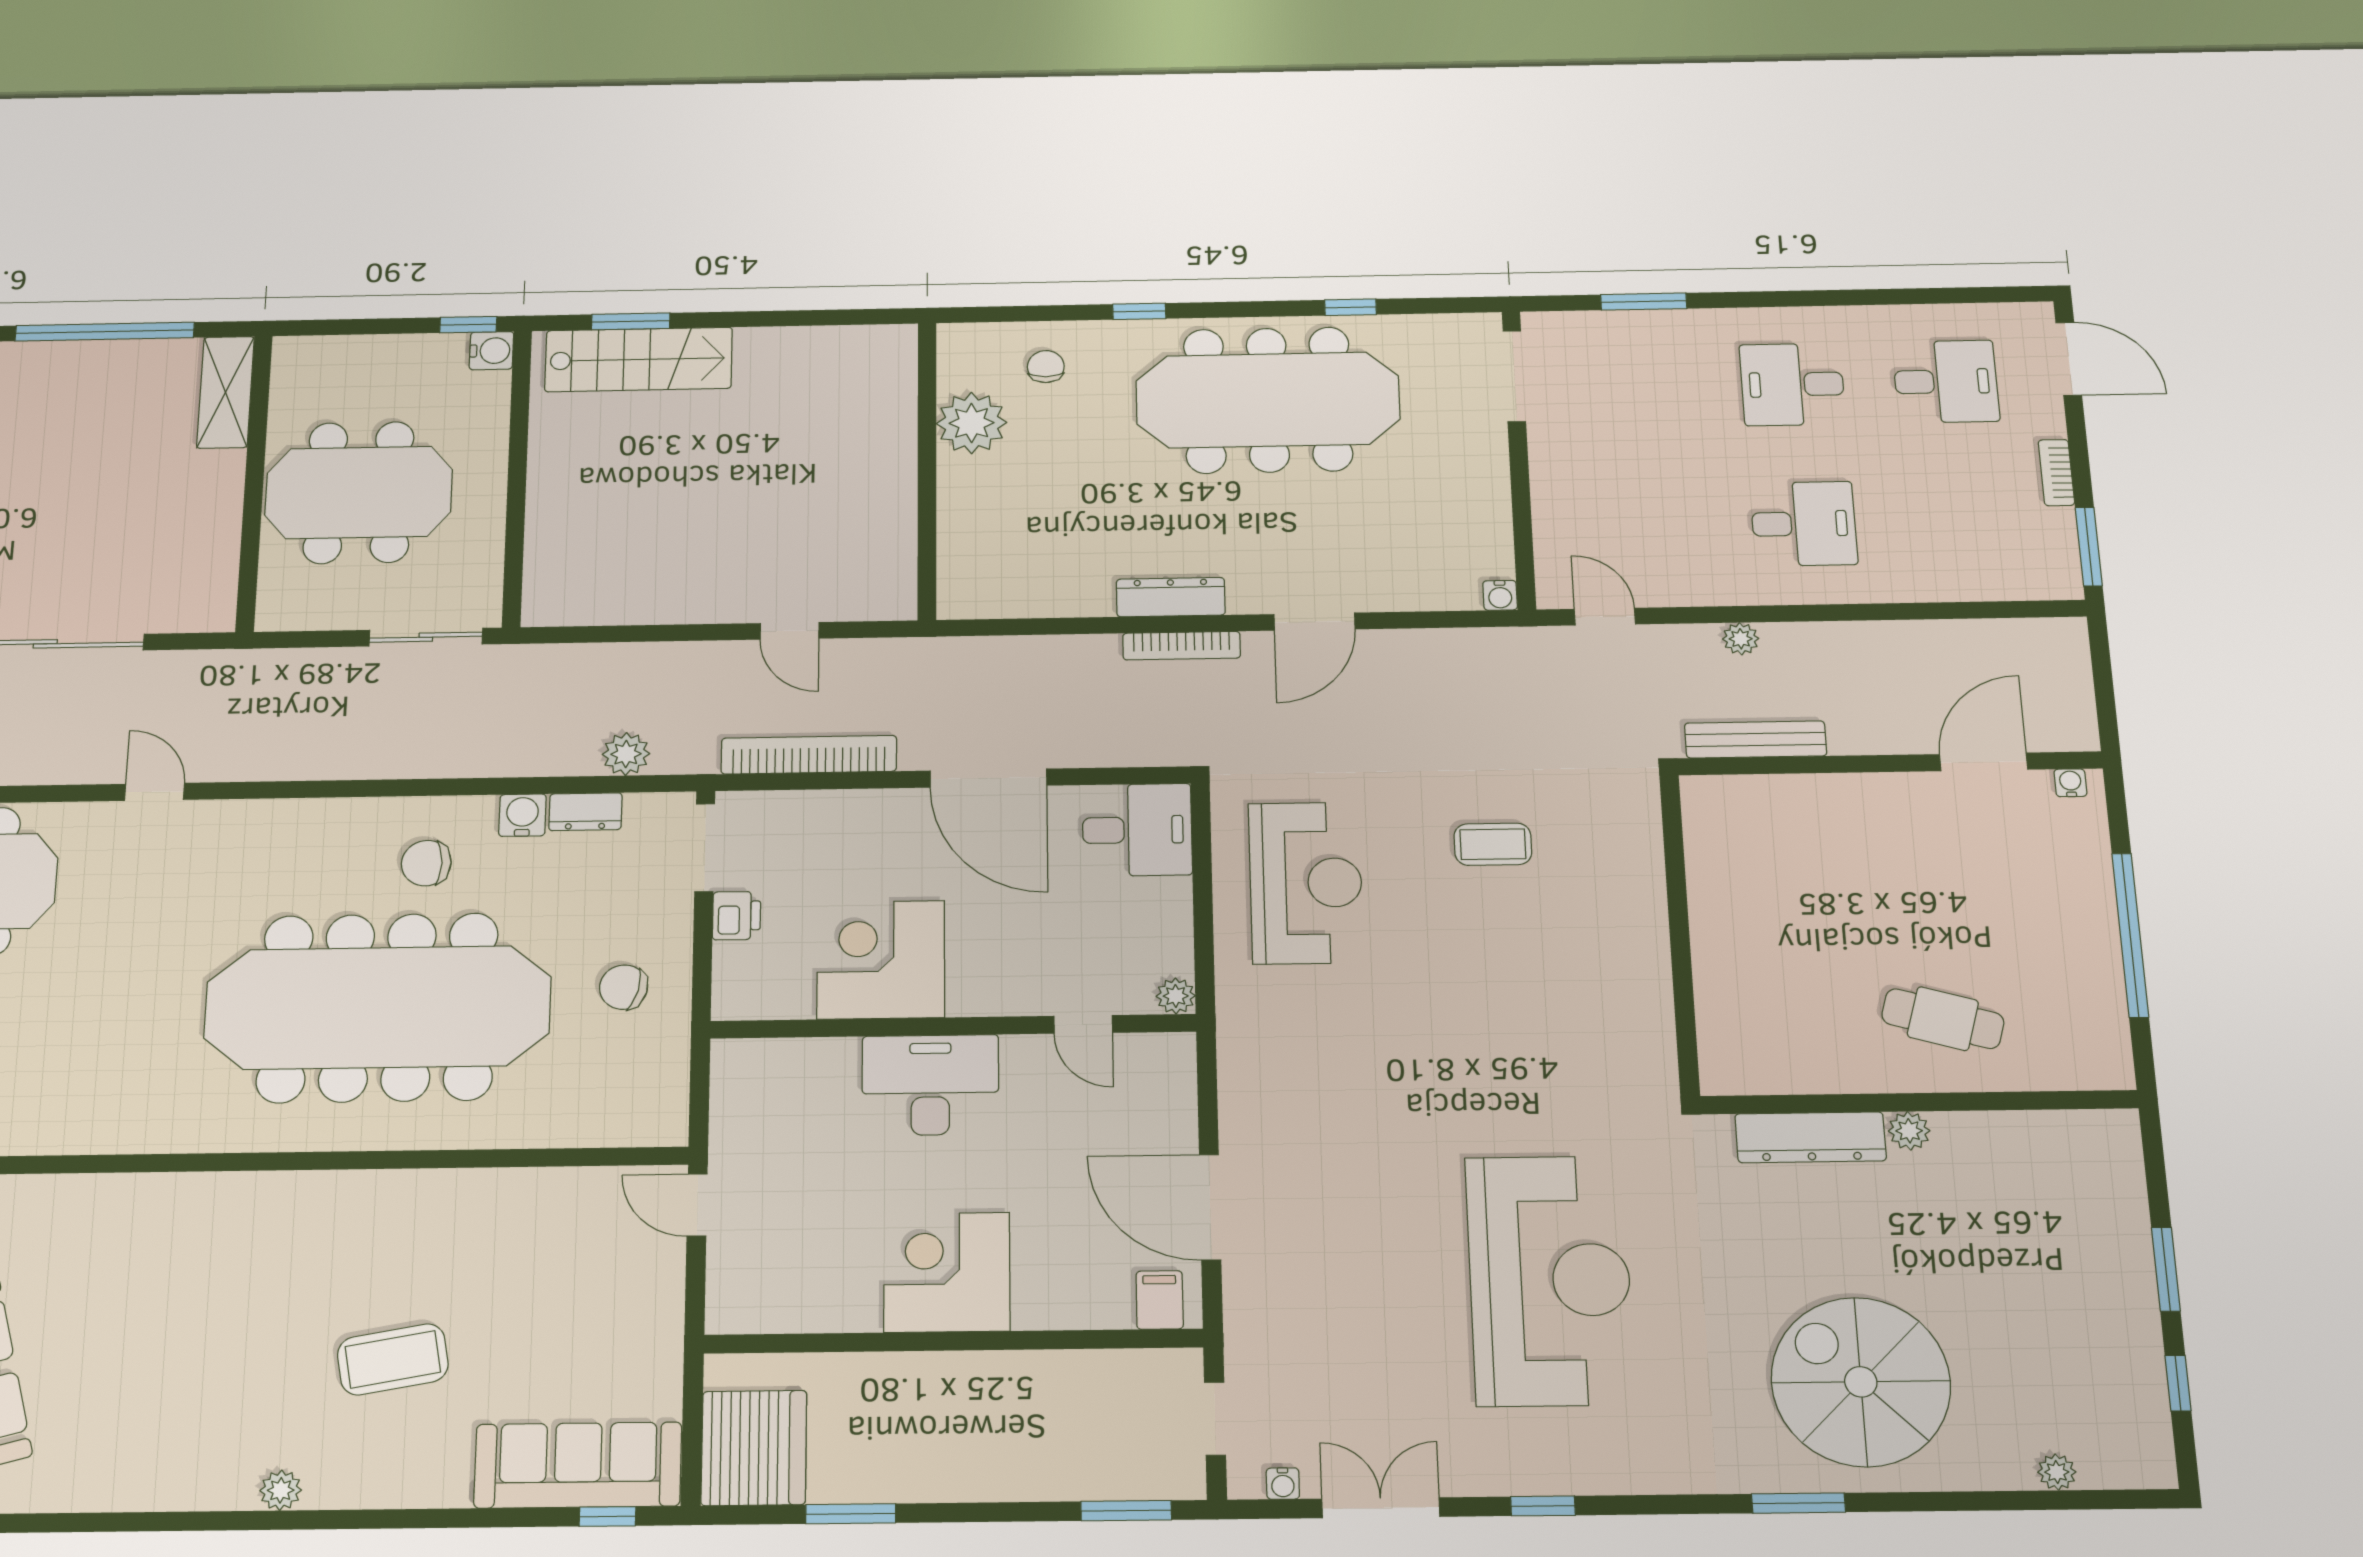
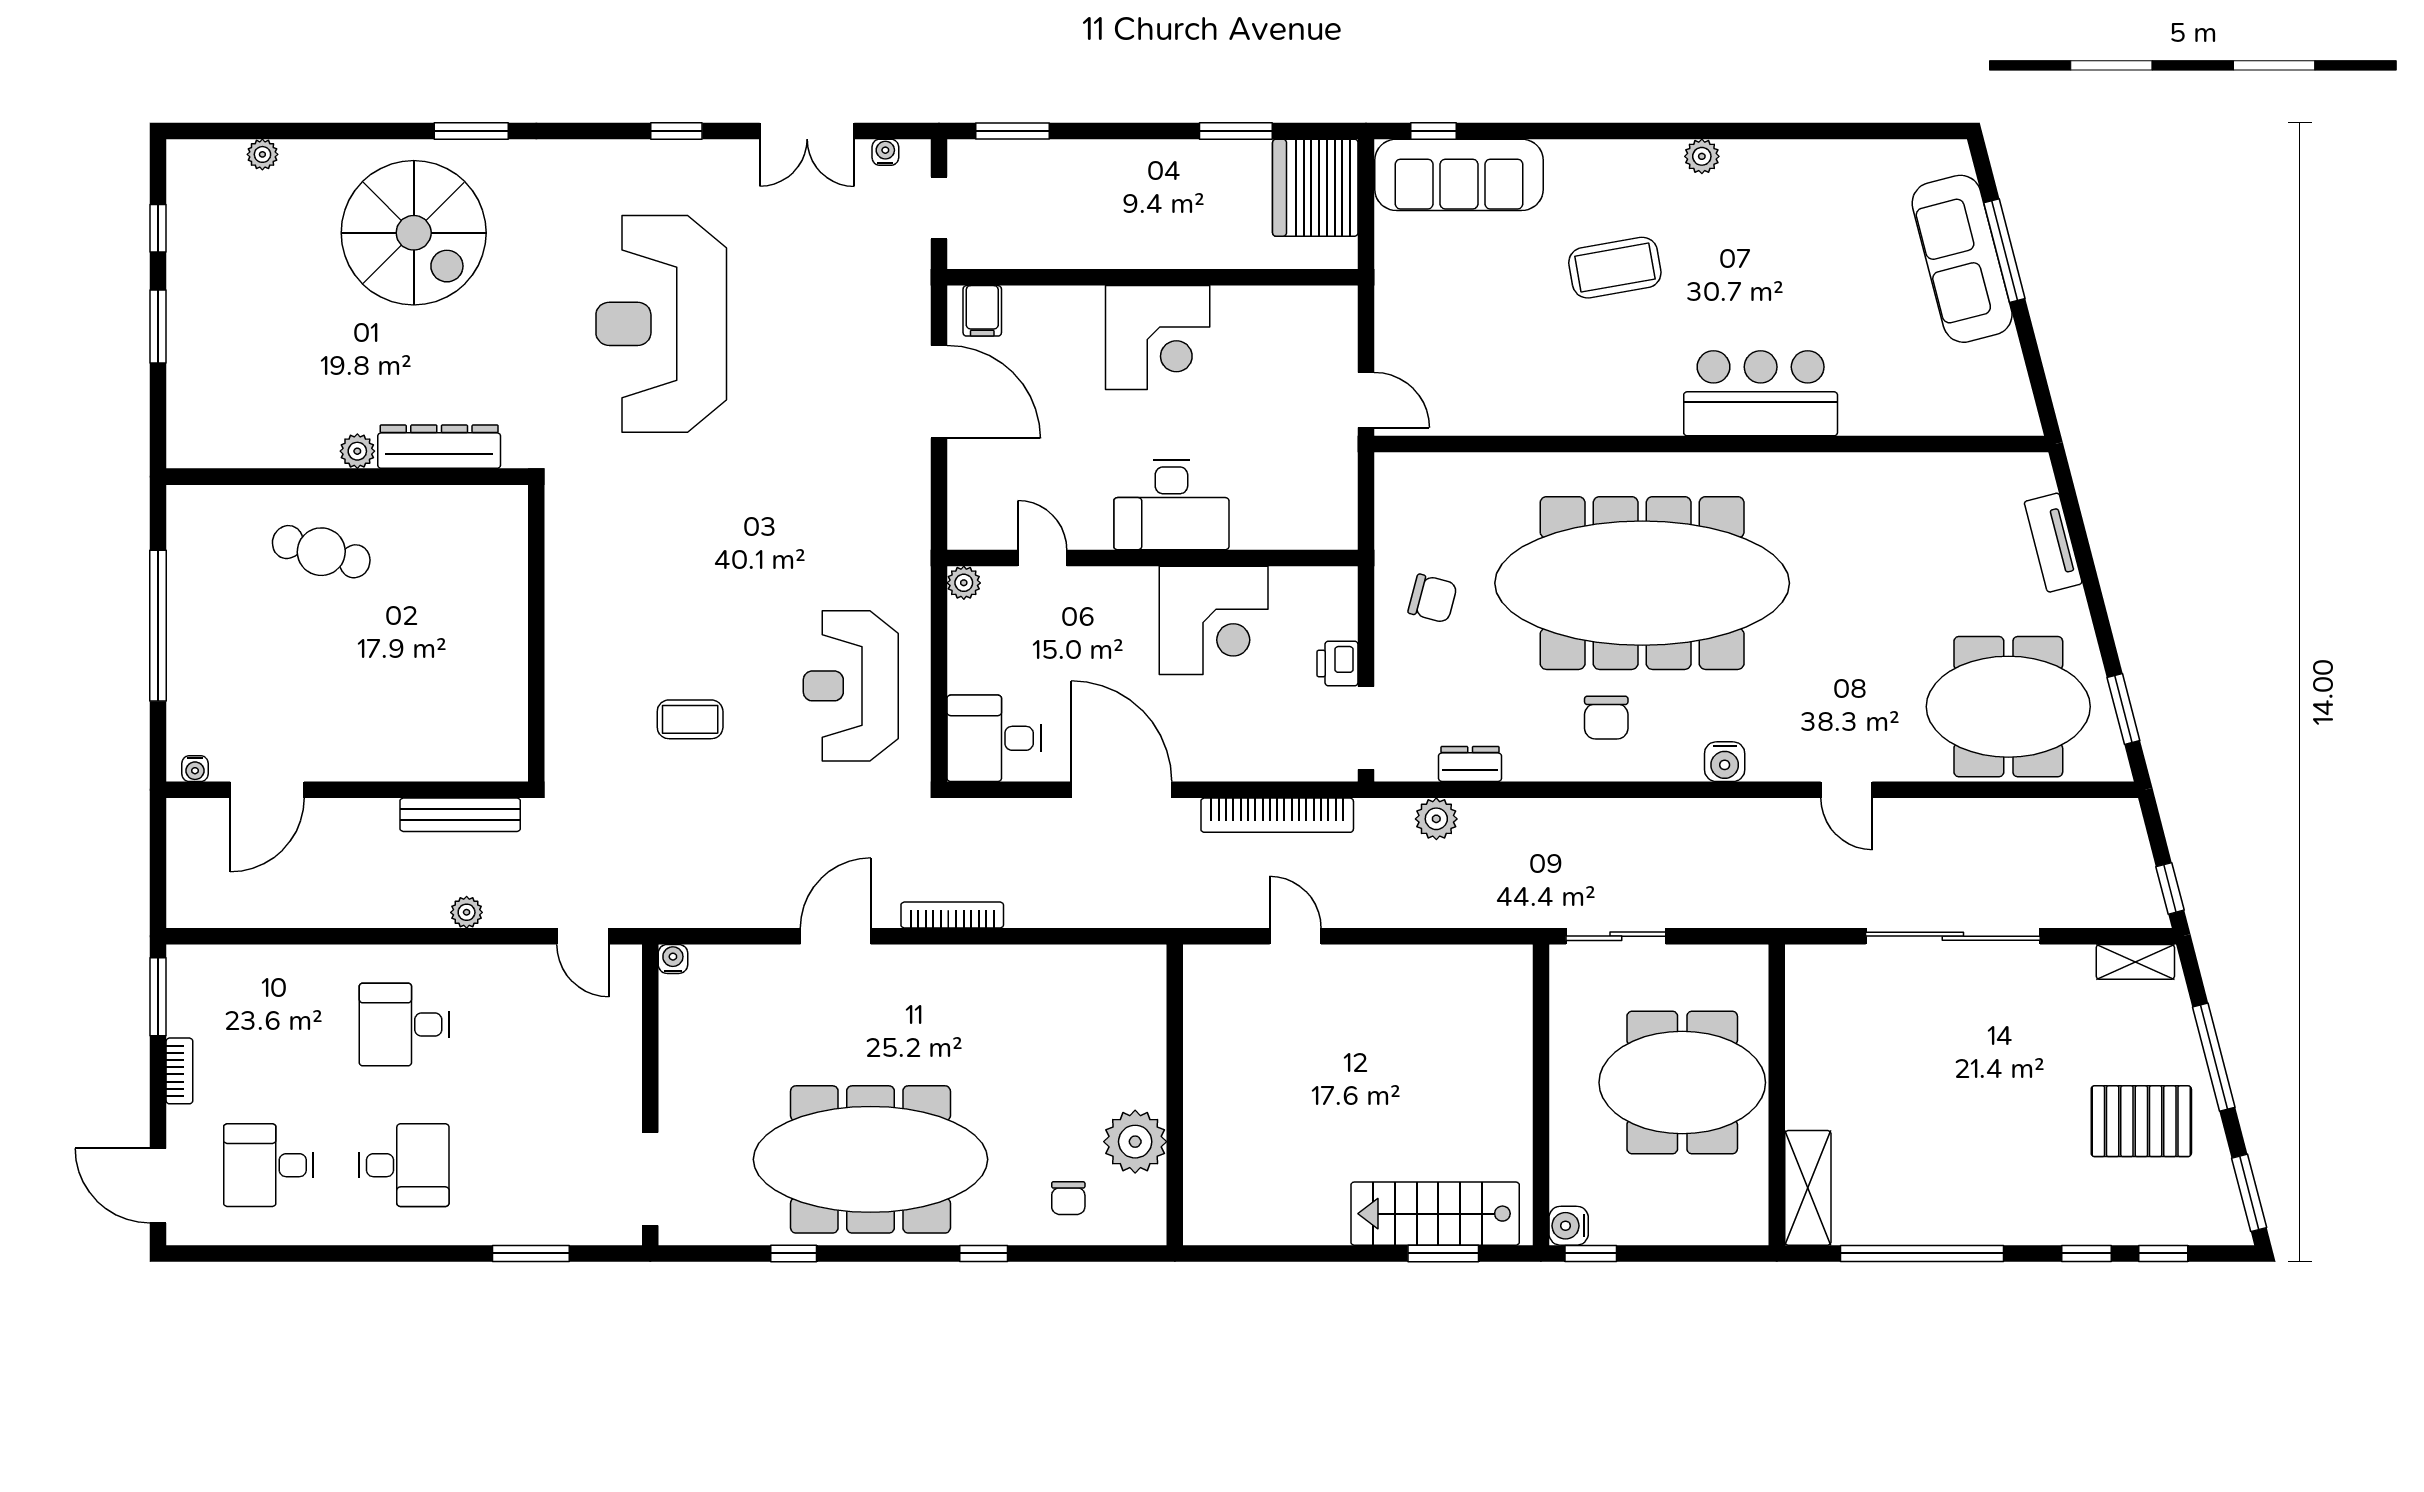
dresser: (1171, 597) -> (961, 963), removed
water cooler: (522, 815) -> (1725, 762), moved
chair: (426, 863) -> (1606, 718), turned 90
bar counter: (226, 1219) -> (1761, 393), added

